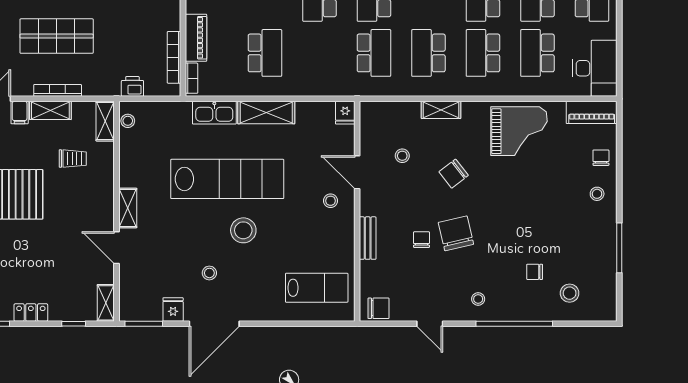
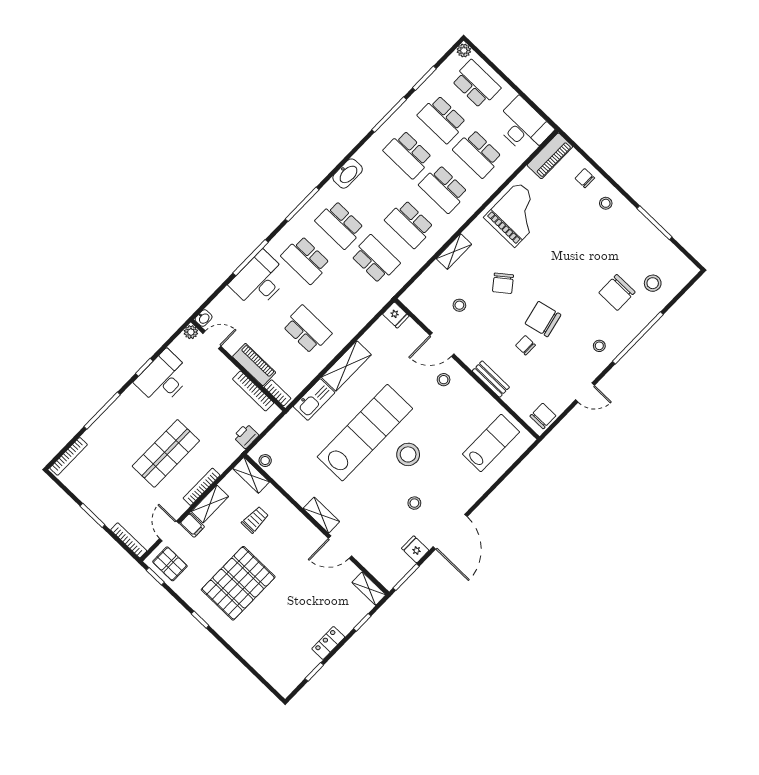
chair: (535, 272) -> (617, 292), width x1.87, depth x1.87

